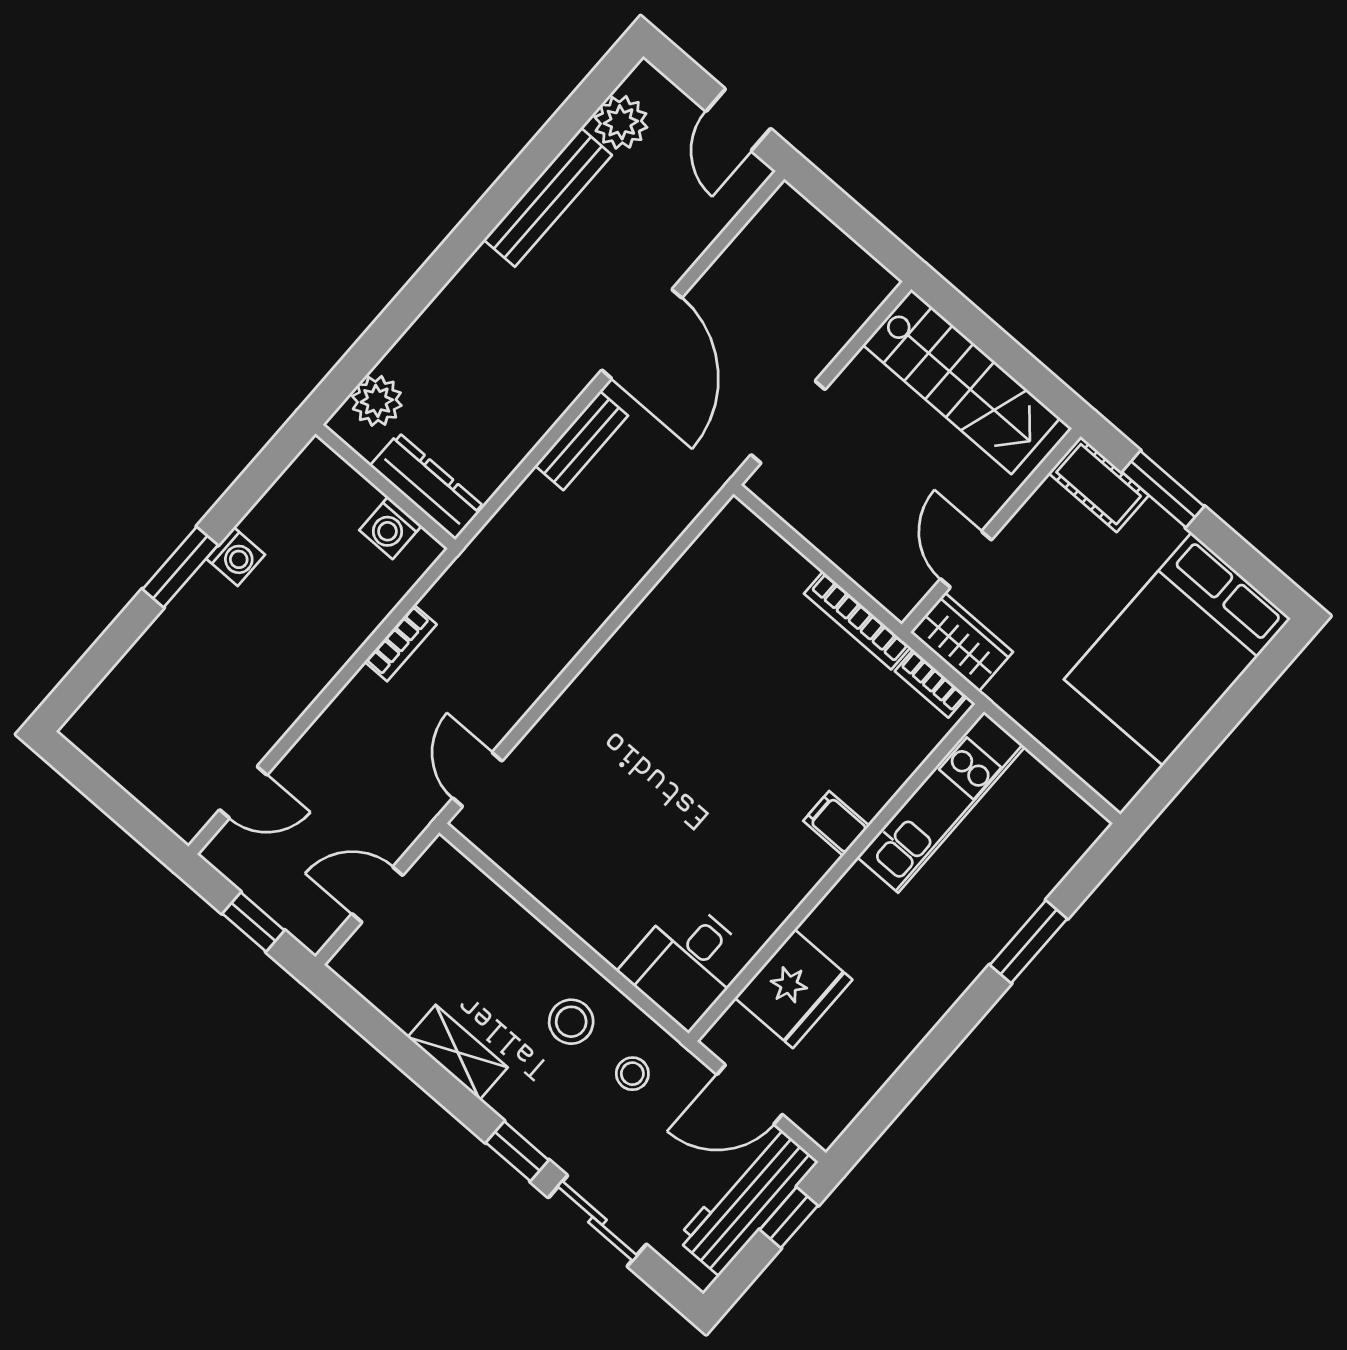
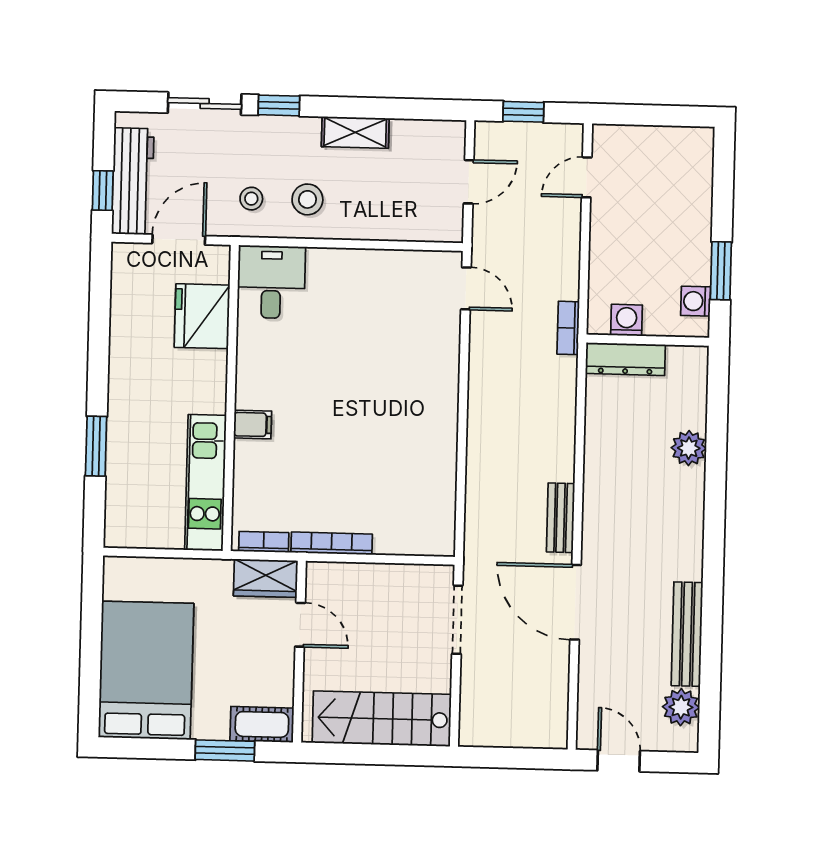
dresser: (427, 486) -> (625, 359), moved
wall: (385, 487) -> (648, 340), moved
washing machine: (390, 528) -> (627, 320), moved

